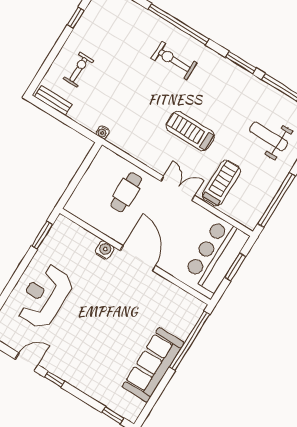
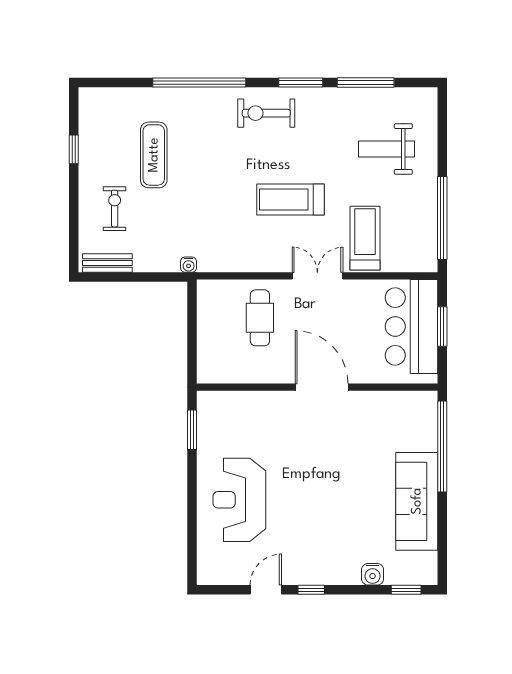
exercise mat: (123, 51) -> (154, 155), added
exercise bike: (174, 61) -> (266, 113), moved
water cooler: (105, 250) -> (373, 574), moved, turned 180

